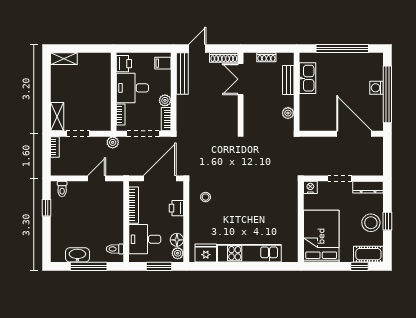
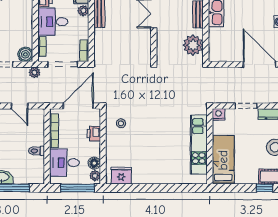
plant: (165, 100) -> (83, 11), moved
plant: (288, 113) -> (193, 45), width x1.88, depth x1.88
boiler: (103, 123) -> (25, 54), added
door: (97, 178) -> (20, 106), swing flipped
bed: (321, 236) -> (223, 160), width x0.67
toilet: (115, 249) -> (37, 151), moved
kitchen unit: (249, 253) -> (199, 144), moved, turned -90
window: (159, 266) -> (78, 188), width x1.44

